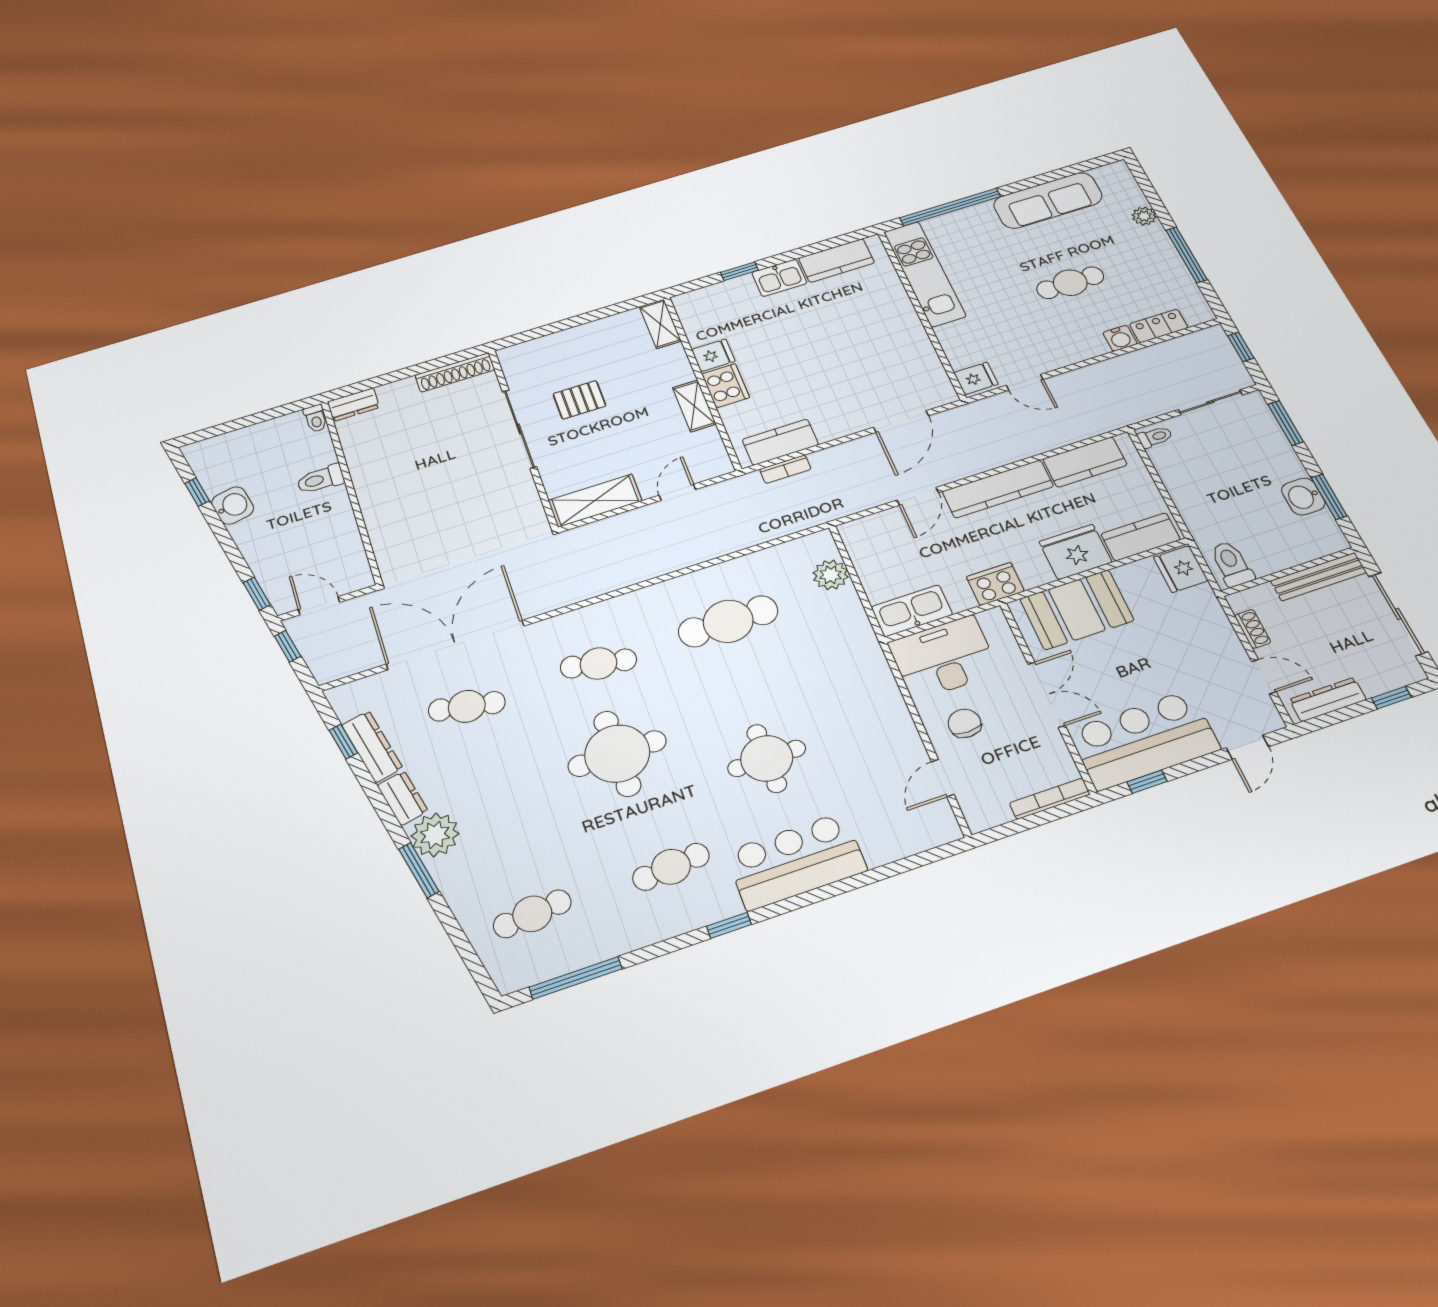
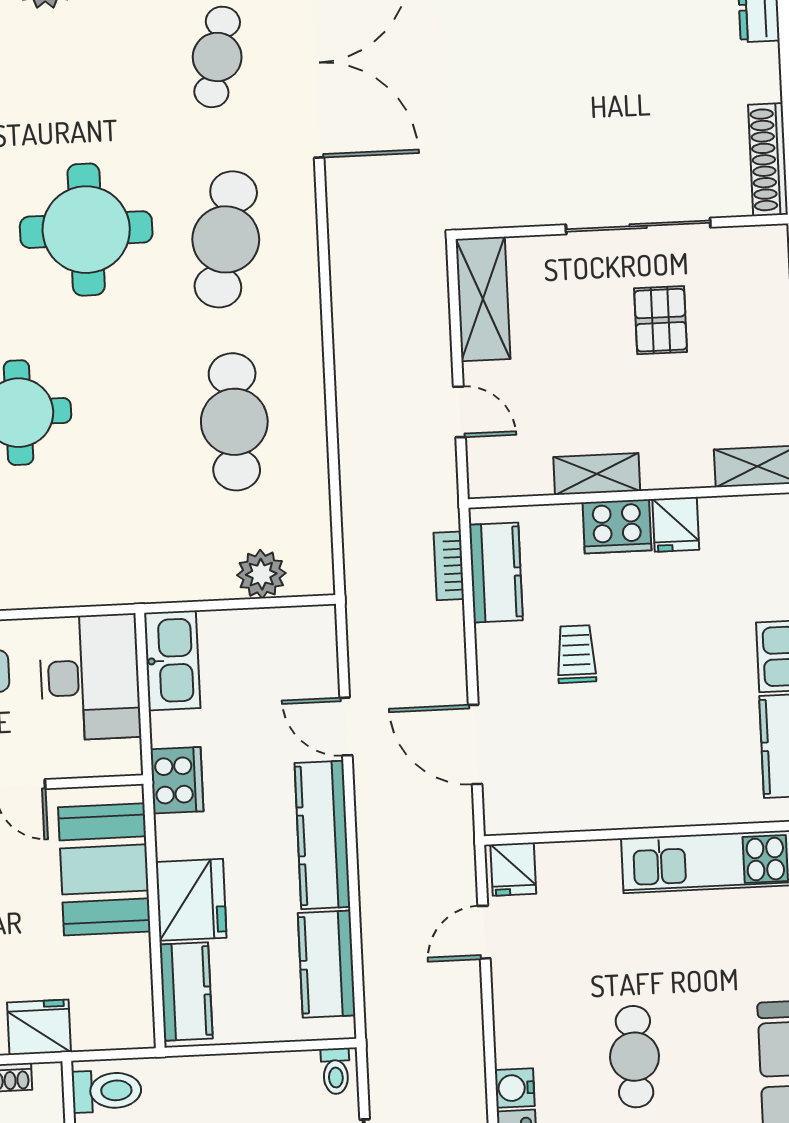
trolley: (819, 384) -> (576, 654), added
fridge: (1181, 569) -> (39, 1027), moved
cafe table: (598, 663) -> (226, 239), width x1.37, depth x1.35

